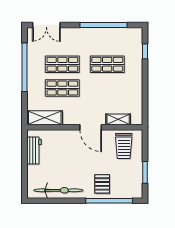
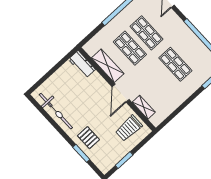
shelving: (45, 118) -> (108, 66), moved
workbench: (34, 151) -> (82, 64), moved, turned 90
pallet: (102, 184) -> (88, 138), turned 90
window: (109, 201) -> (81, 153), width x0.47

